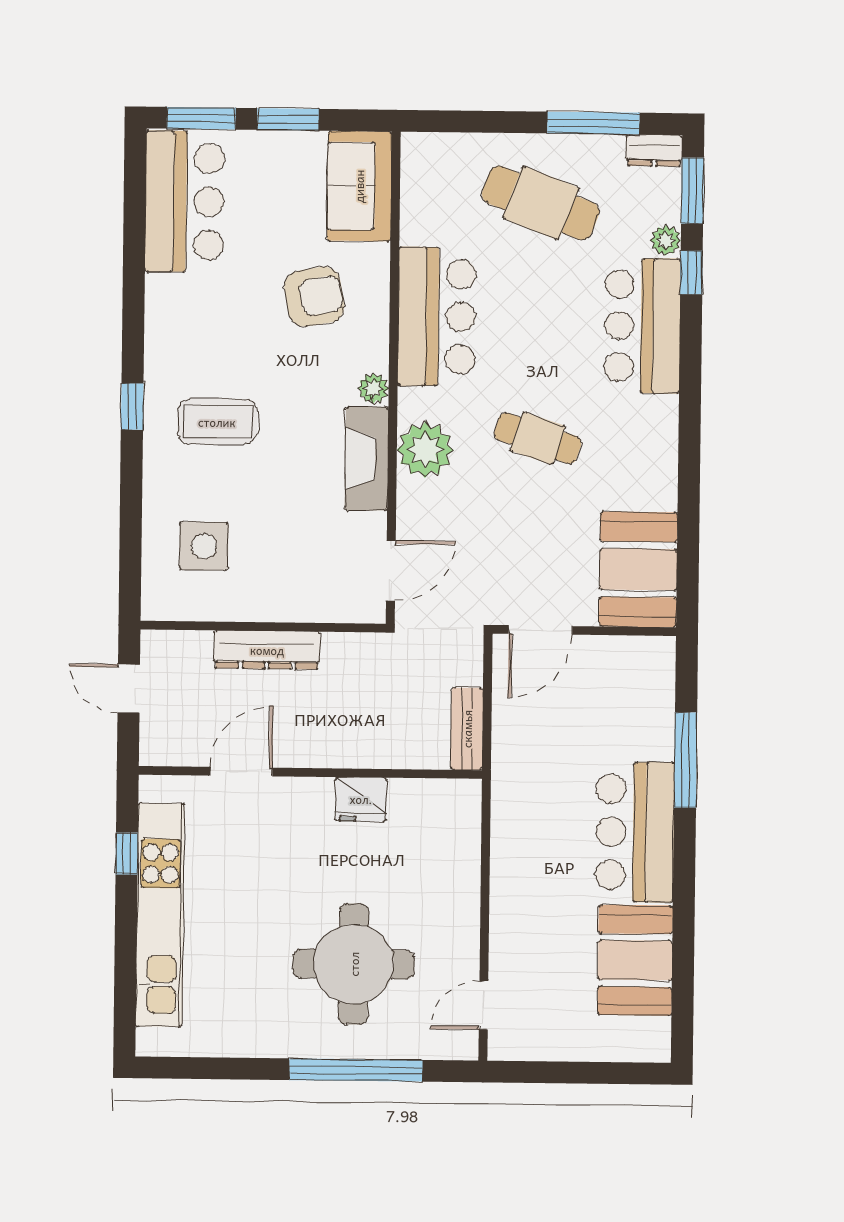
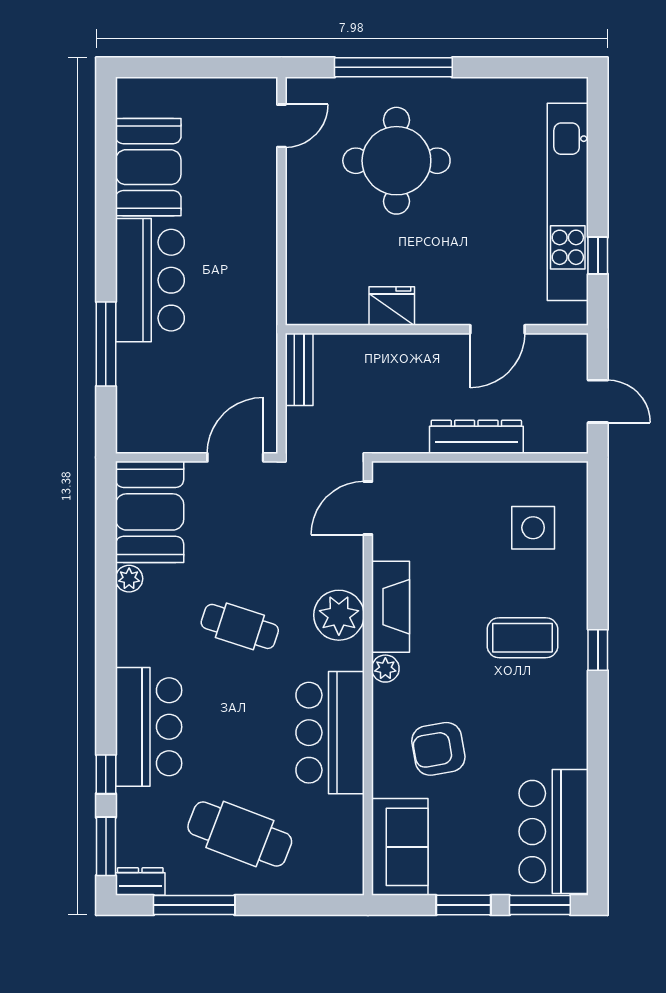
plant: (666, 240) -> (129, 579), moved

